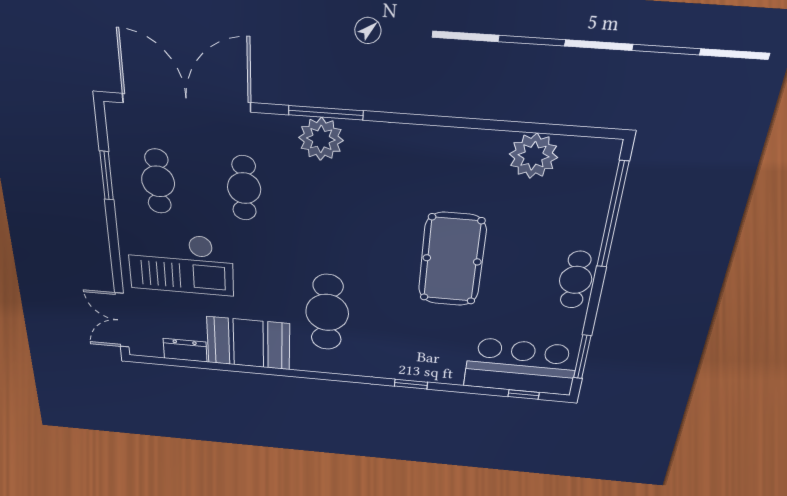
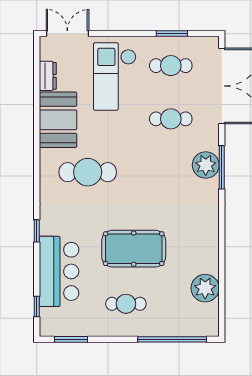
cafe table: (576, 280) -> (126, 304), moved
bar counter: (521, 367) -> (59, 271), moved

